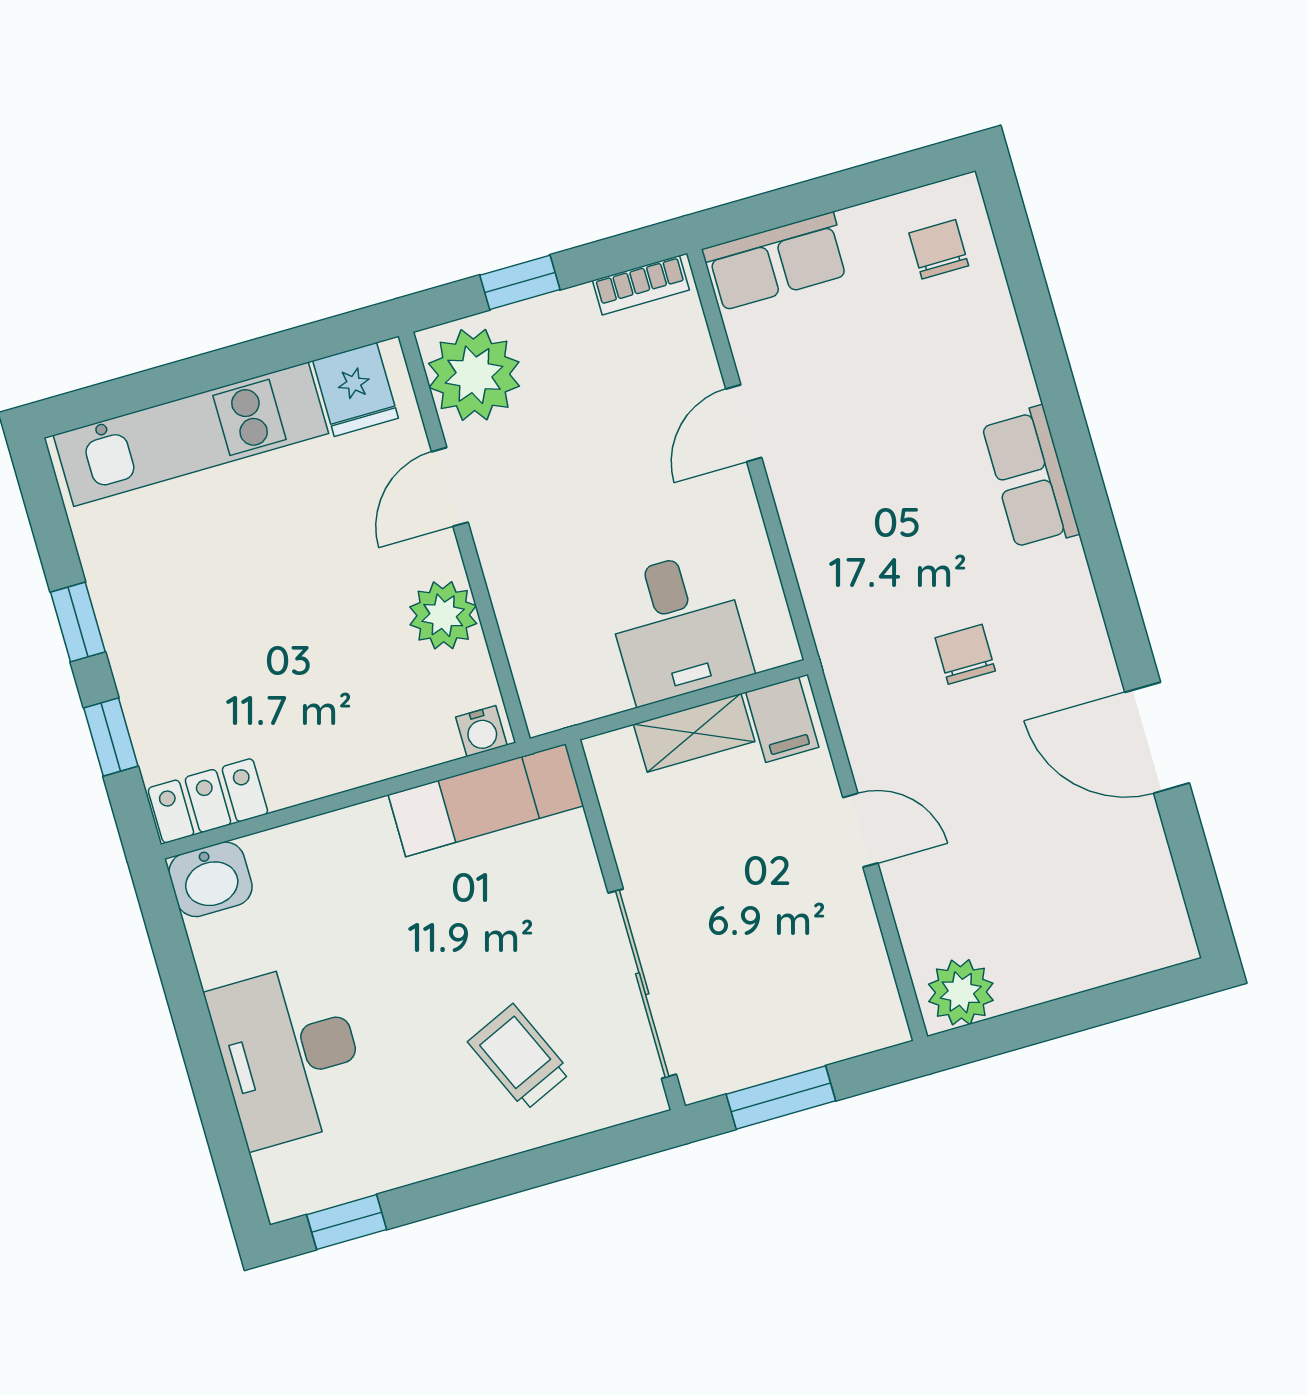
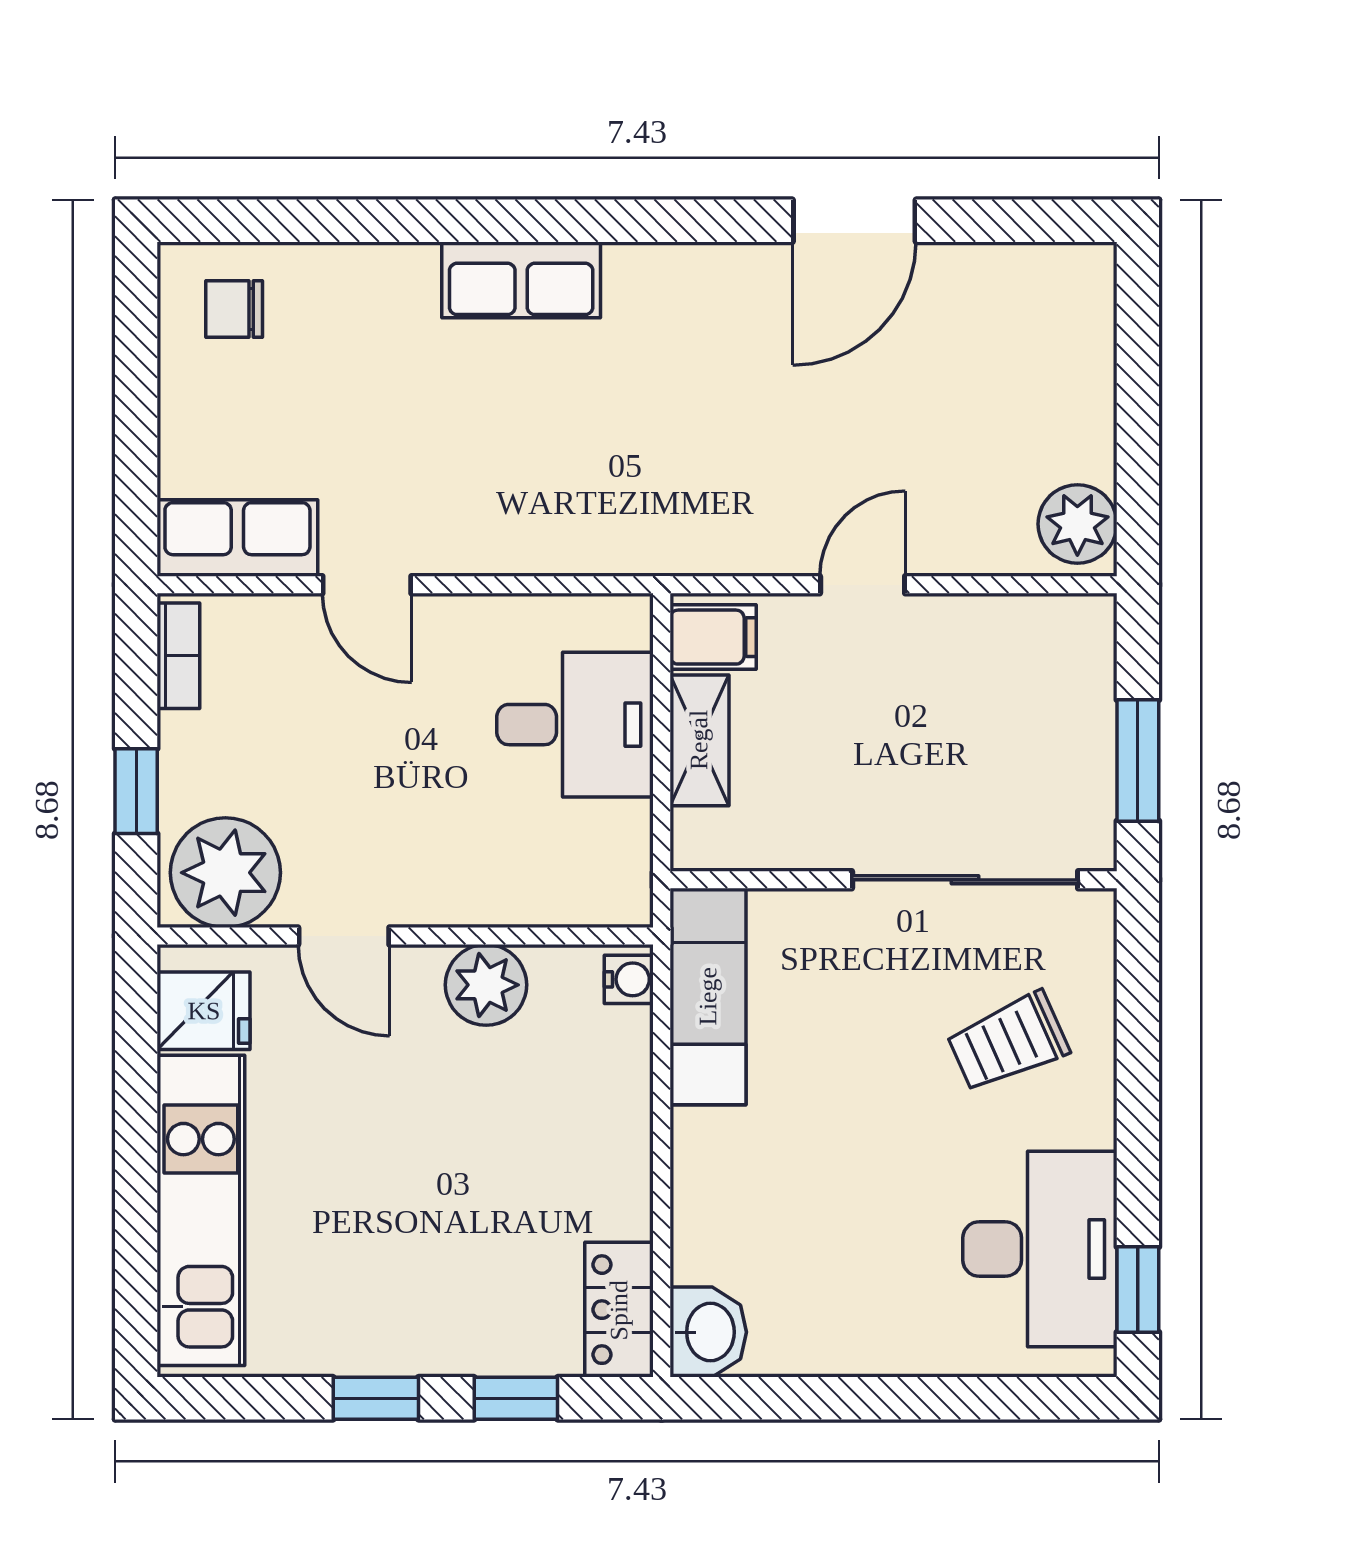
row of seats: (776, 262) -> (237, 538), moved, turned -90
chair: (965, 654) -> (699, 410), removed
desk: (289, 1054) -> (1040, 1249), moved, turned -90

